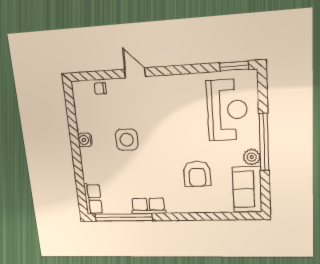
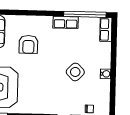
side table: (127, 140) -> (75, 72), turned 45
armchair: (197, 174) -> (28, 44), turned 180

